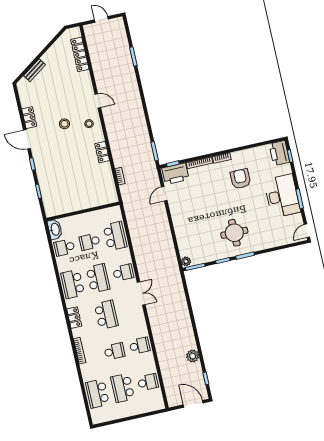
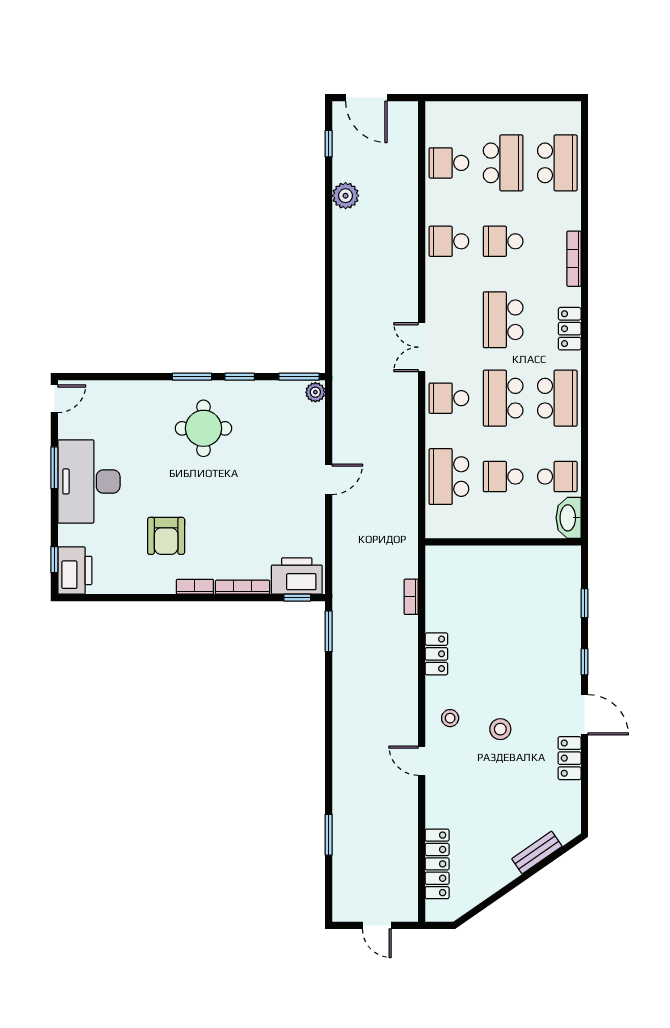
door: (164, 194) -> (329, 479), moved
school desk: (90, 242) -> (503, 477), turned 180

